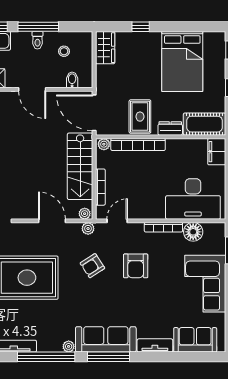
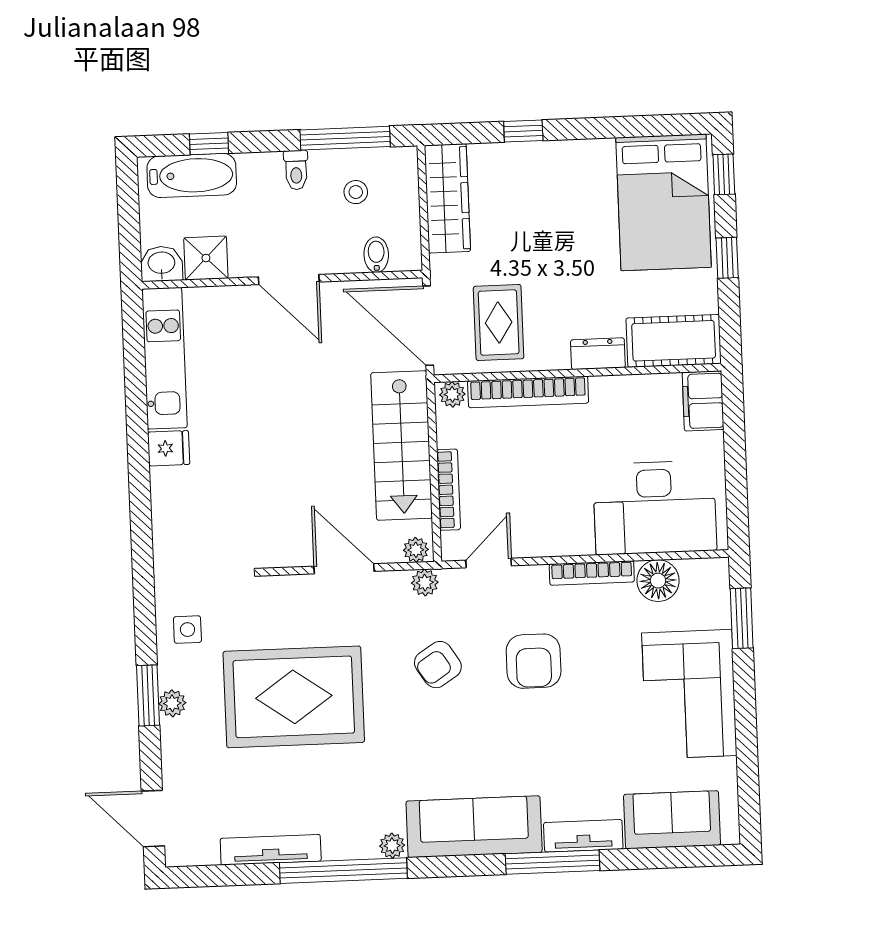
window: (38, 27) -> (345, 138), moved
wardrobe: (105, 48) -> (447, 198), width x1.50
bed: (182, 62) -> (663, 202), moved
rug: (140, 117) -> (499, 322), moved
window: (109, 357) -> (553, 862), moved

